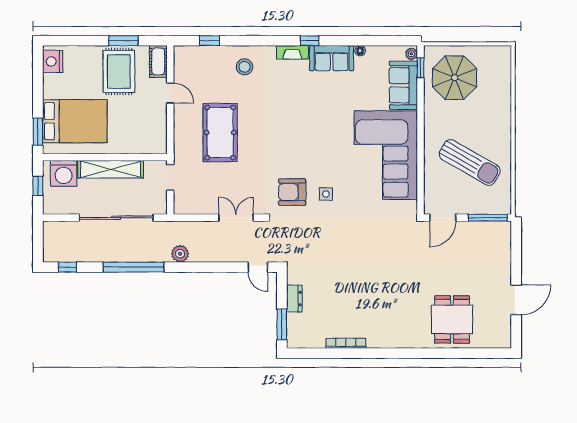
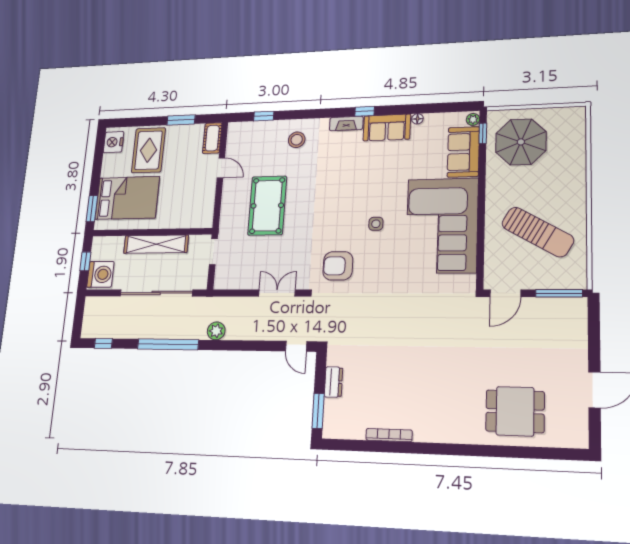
rug: (119, 71) -> (148, 150), moved
washing machine: (64, 173) -> (100, 274), moved, turned -90
side table: (326, 194) -> (376, 224), moved
dining table: (452, 319) -> (515, 411), turned 90

